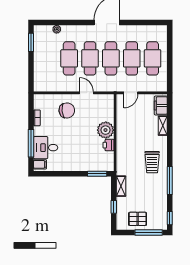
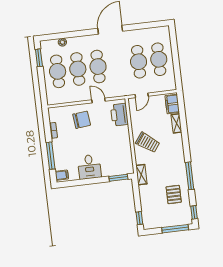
cafe table: (111, 58) -> (58, 71), moved
plant: (106, 130) -> (121, 134), removed
printer: (108, 145) -> (119, 115), moved, width x1.87, depth x1.48
desk: (46, 148) -> (89, 167), moved, turned -90
trolley: (152, 162) -> (148, 143), moved, turned -54
shelving: (121, 186) -> (141, 175), moved
window: (114, 207) -> (139, 218), moved
pallet: (138, 219) -> (174, 195), moved, turned 90

